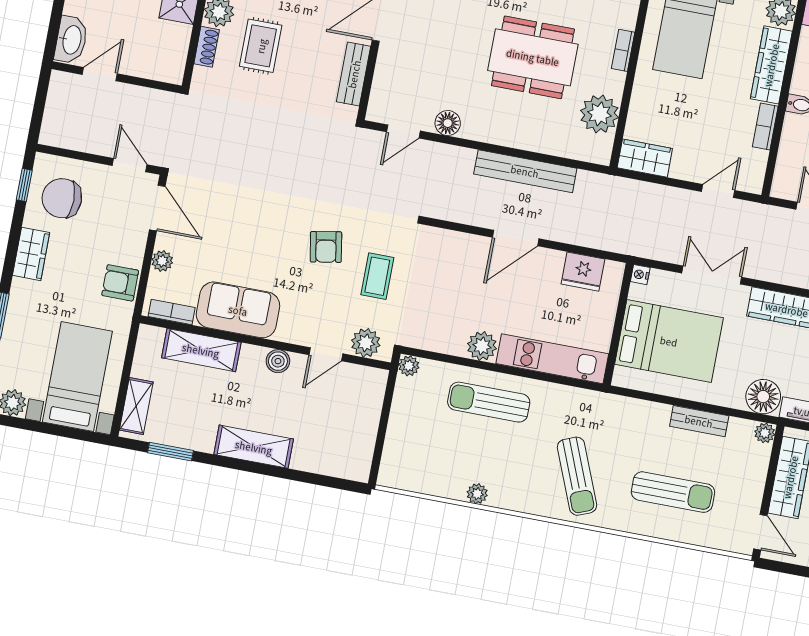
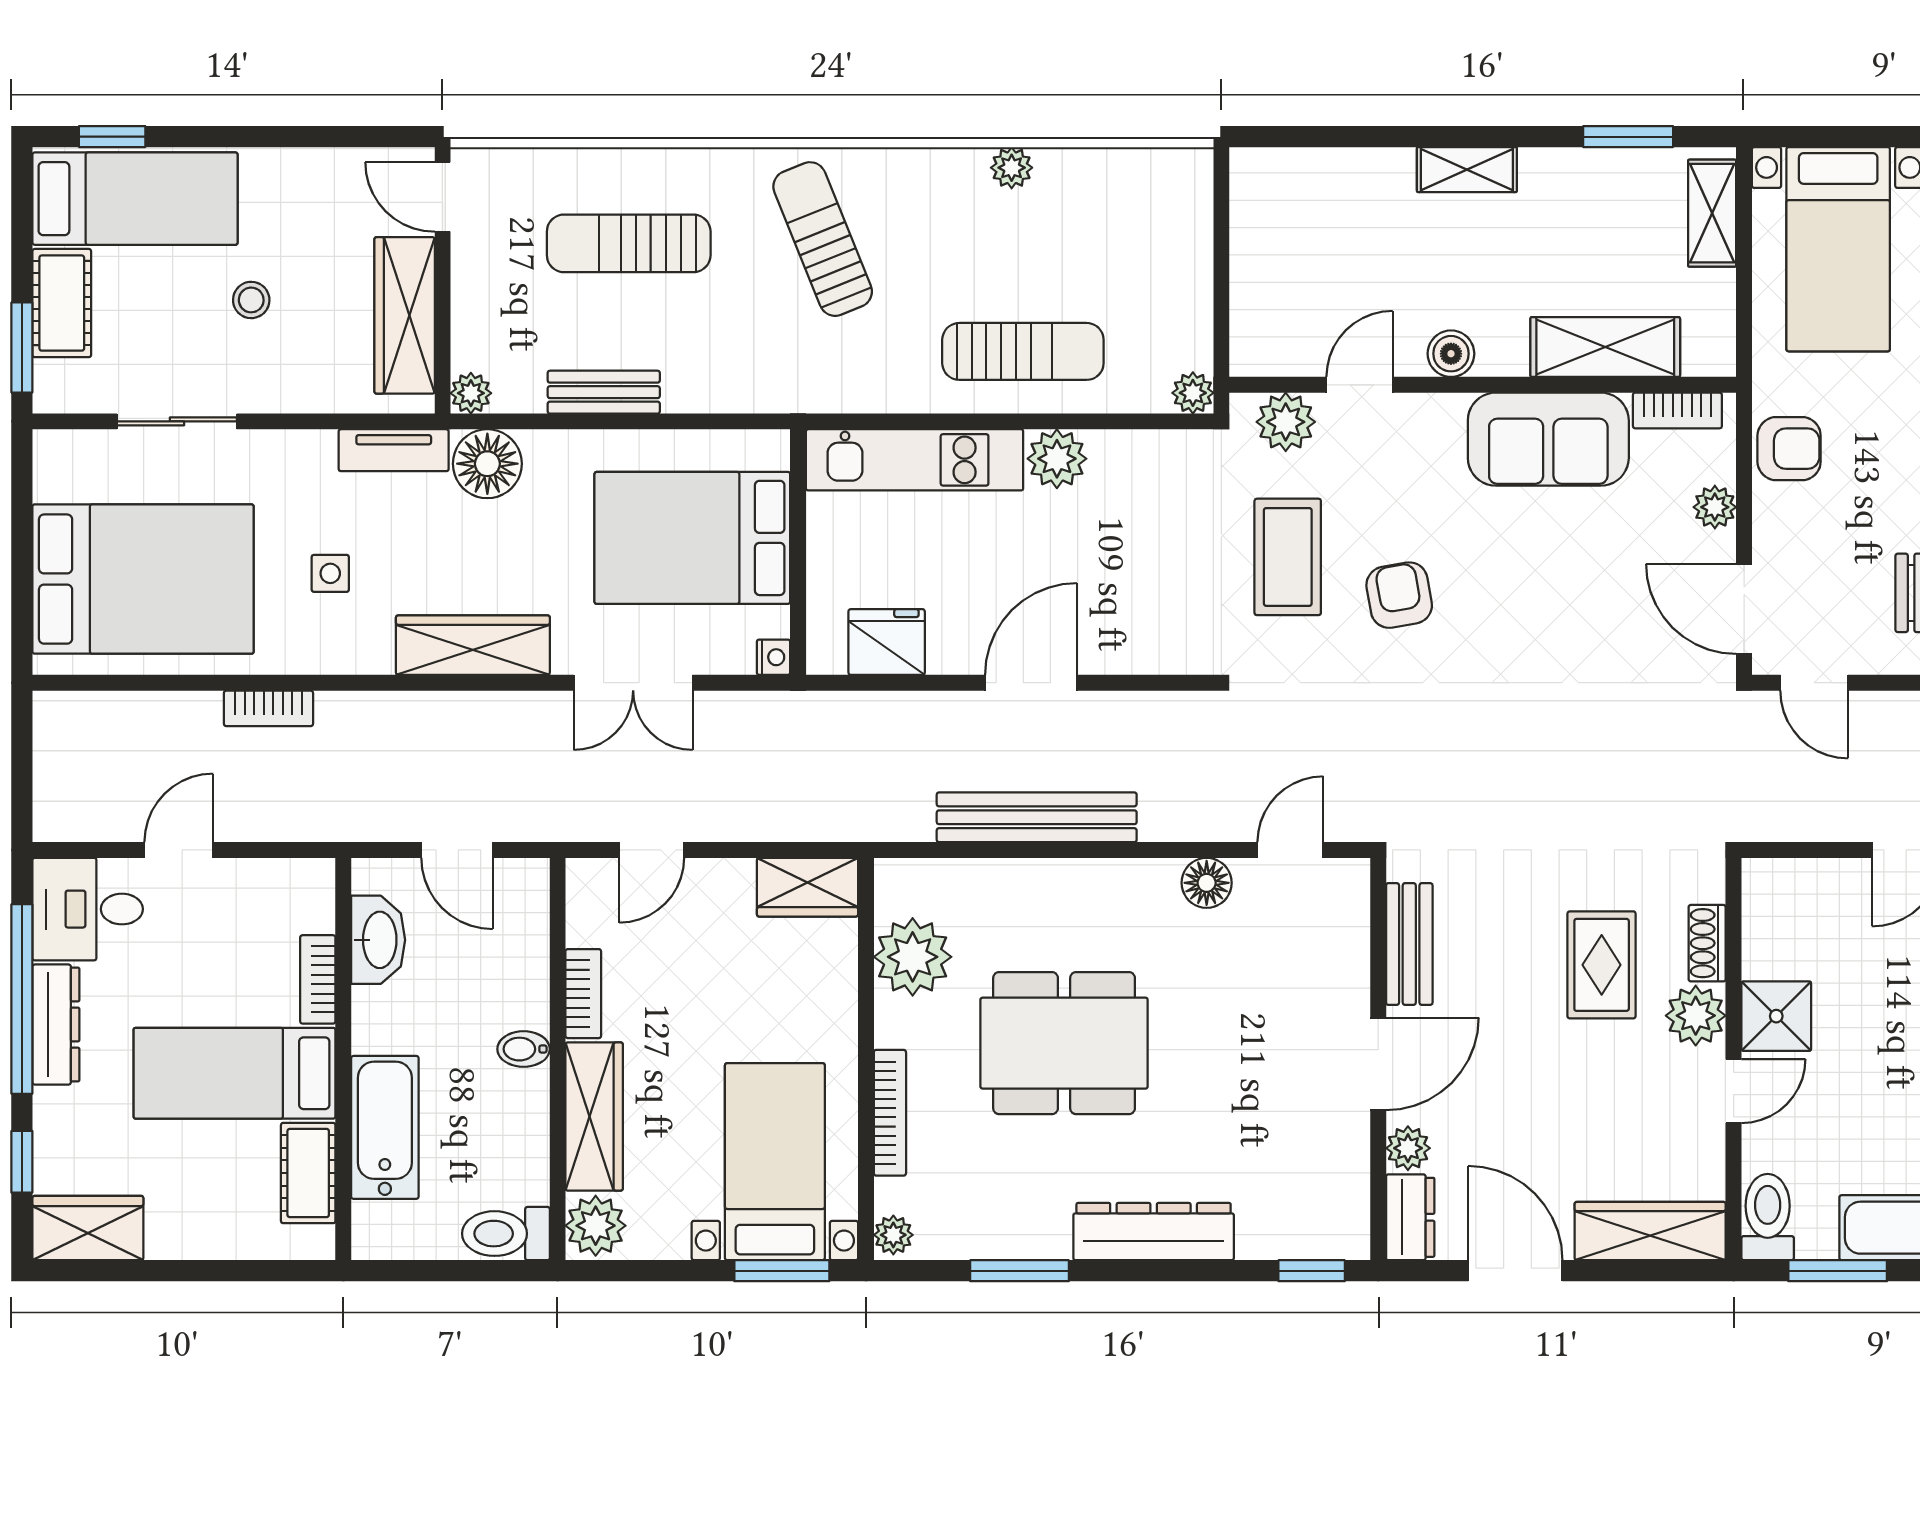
bookcase: (623, 50) -> (890, 1113), width x1.56
coffee table: (377, 276) -> (1288, 557), width x1.36, depth x1.30
shelving: (254, 447) -> (1467, 170), width x0.67, depth x0.75

